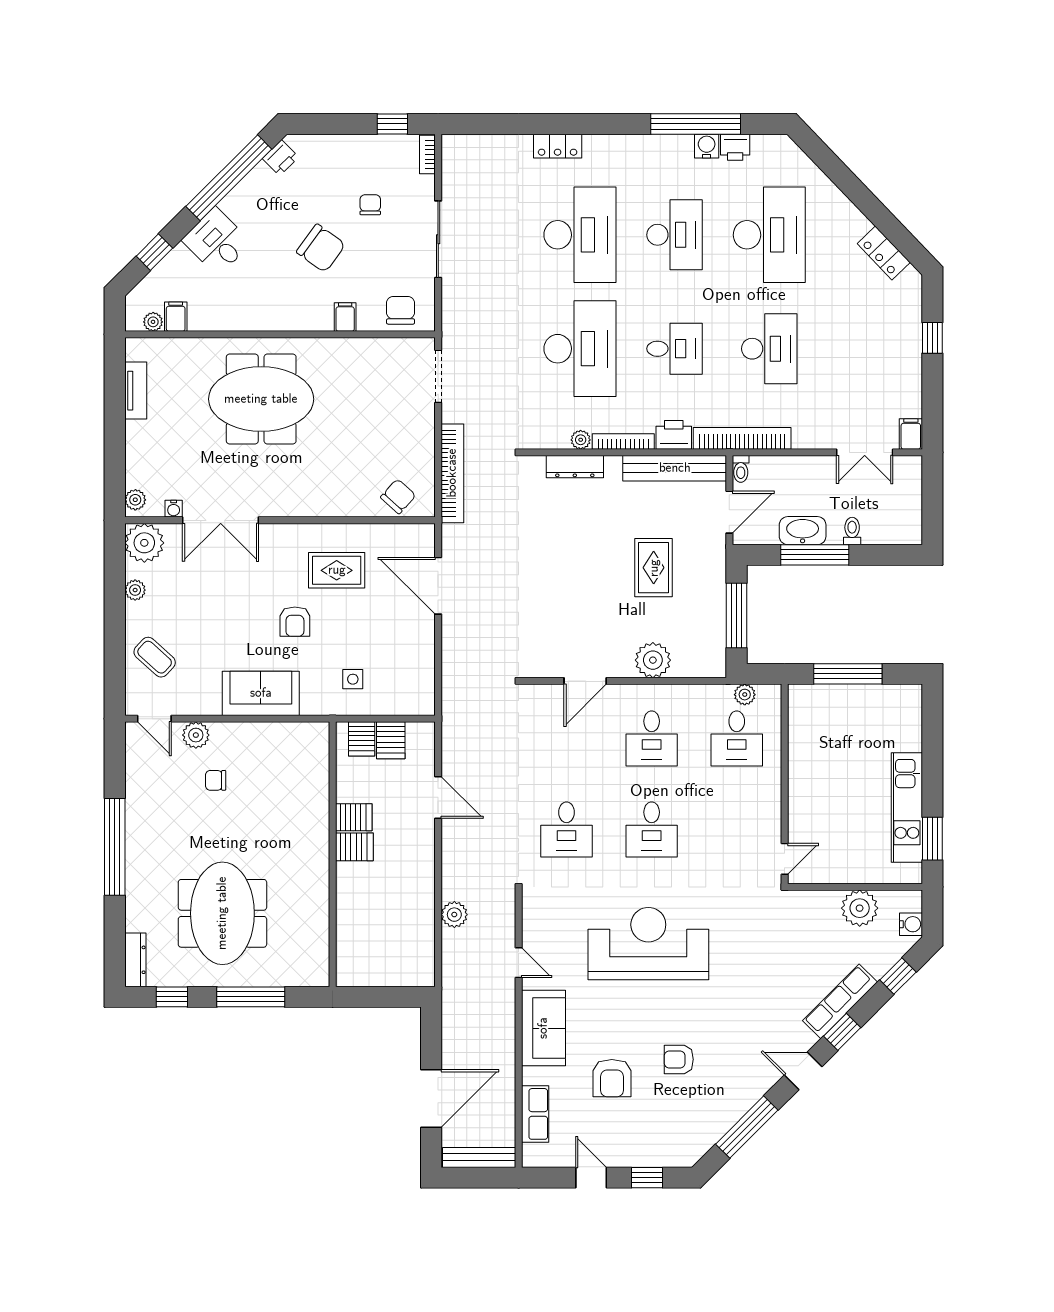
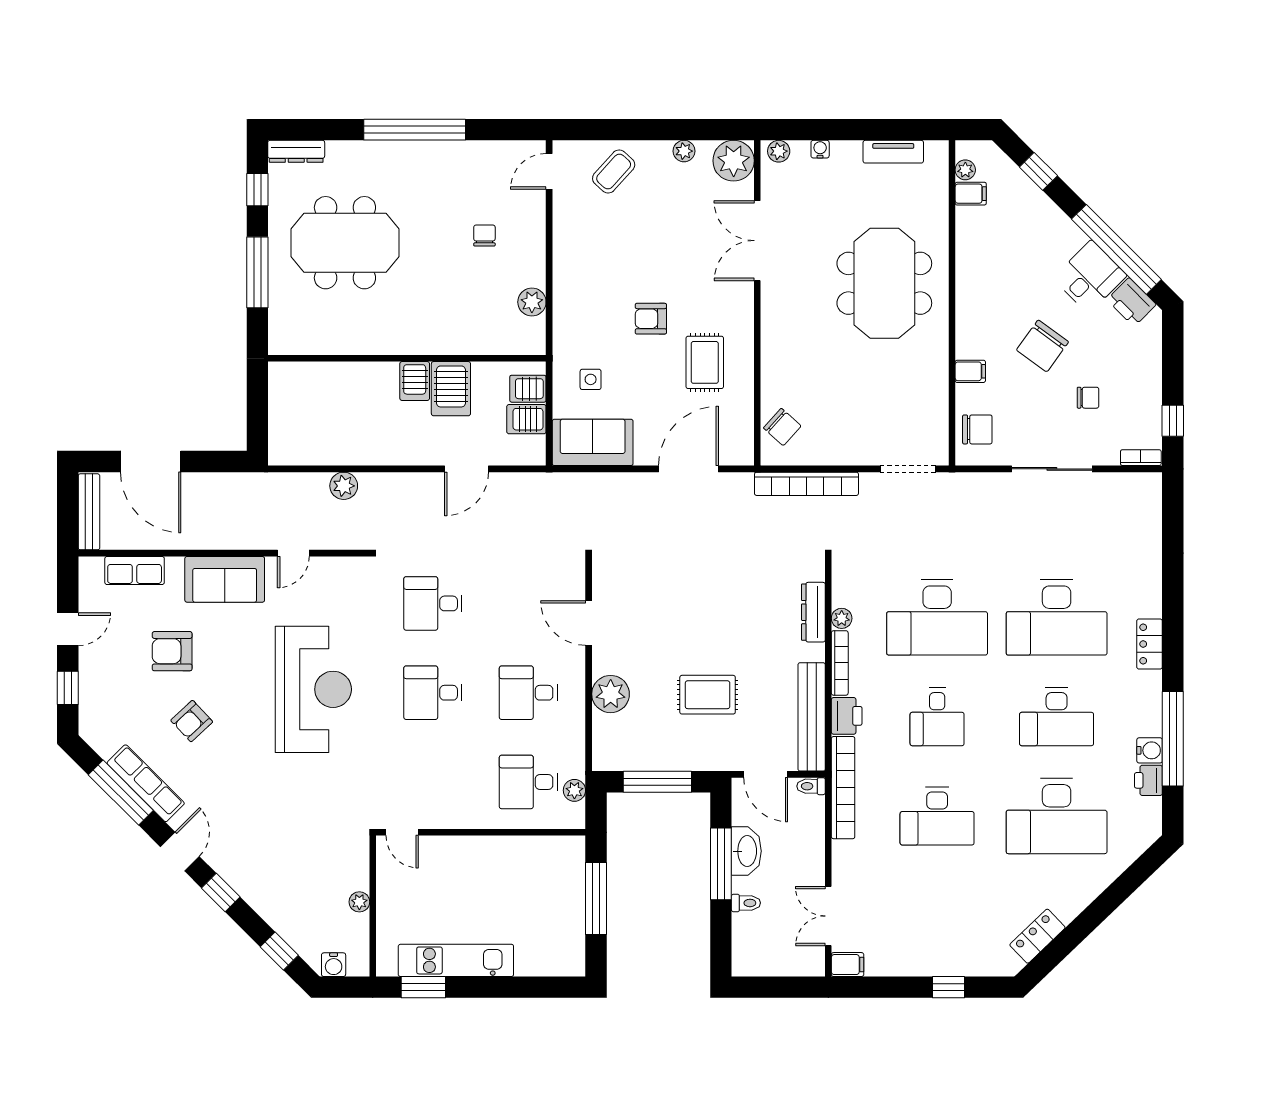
locker: (558, 146) -> (1150, 644), moved
printer: (280, 158) -> (1131, 302), width x1.36, depth x1.24
desk: (217, 241) -> (1090, 277), moved
water cooler: (174, 509) -> (820, 149), moved, turned 90
sofa: (261, 693) -> (593, 442), moved, turned -90
plant: (196, 735) -> (532, 302), moved
server rack: (354, 817) -> (451, 389), width x1.36, depth x1.44
plant: (860, 908) -> (359, 902), width x0.53, depth x0.53
row of seats: (840, 1001) -> (146, 783), moved
armchair: (679, 1059) -> (192, 721), turned -133

